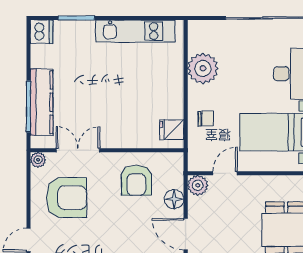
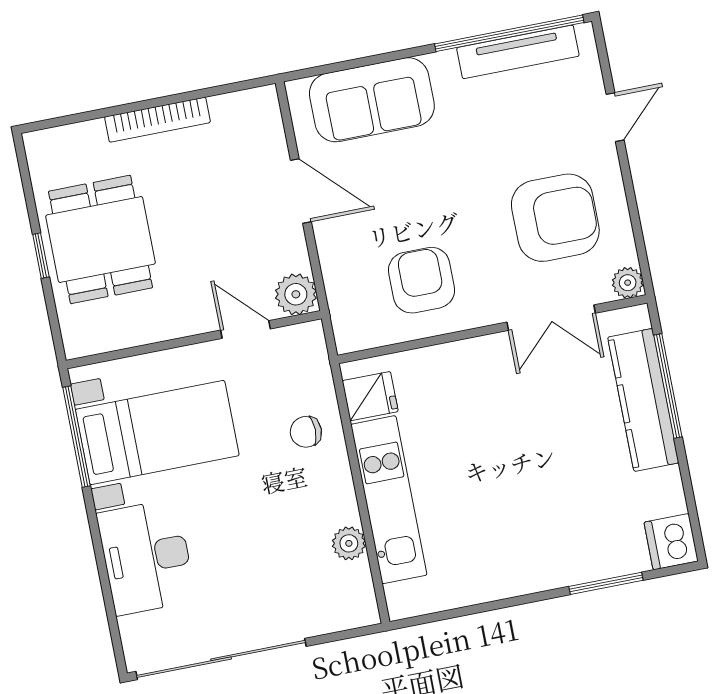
kitchen unit: (135, 31) -> (389, 500), moved, turned 90
plant: (203, 68) -> (349, 543), width x0.53, depth x0.53
door: (225, 173) -> (245, 329), swing flipped
armchair: (67, 198) -> (555, 218), turned 180
floor lamp: (174, 199) -> (338, 257), removed

